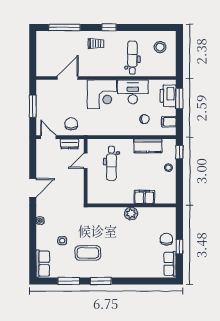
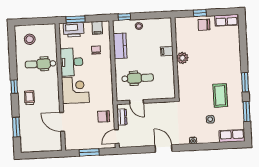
window: (64, 27) -> (16, 127), width x0.69
filing cabinet: (144, 197) -> (167, 51), width x0.50
window: (179, 247) -> (200, 13), moved

